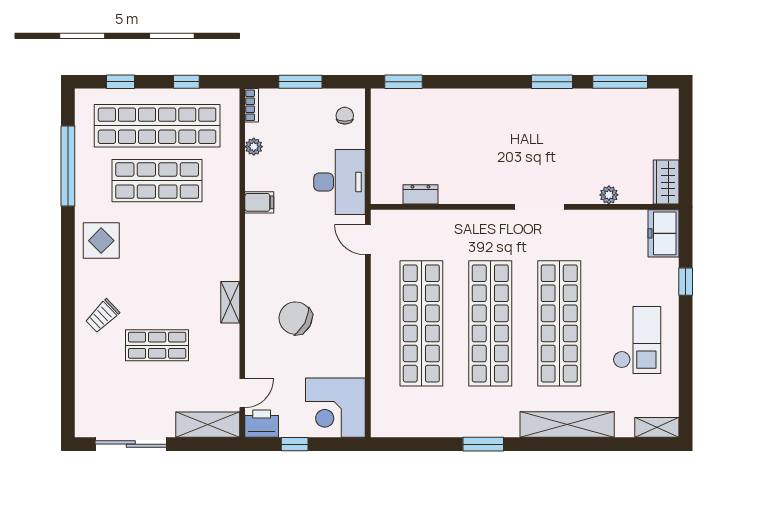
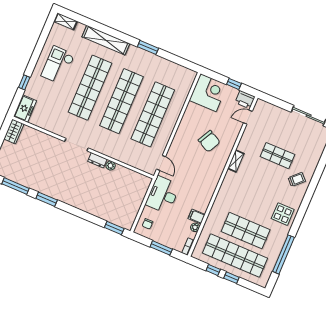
window: (121, 82) -> (231, 278), moved
dresser: (420, 194) -> (97, 160), moved
plant: (609, 195) -> (110, 166), moved
filing cabinet: (259, 202) -> (197, 217), moved
shelving: (208, 425) -> (270, 110), removed

